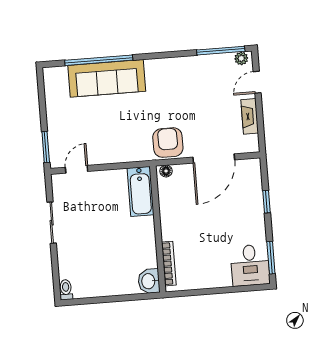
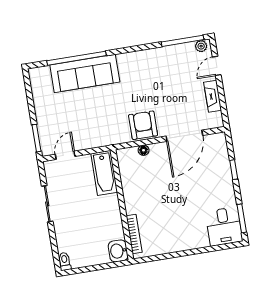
bathtub: (141, 191) -> (104, 173), moved
wall: (158, 229) -> (122, 205), moved
bookcase: (169, 264) -> (134, 234), moved
washbasin: (149, 281) -> (118, 251), moved

